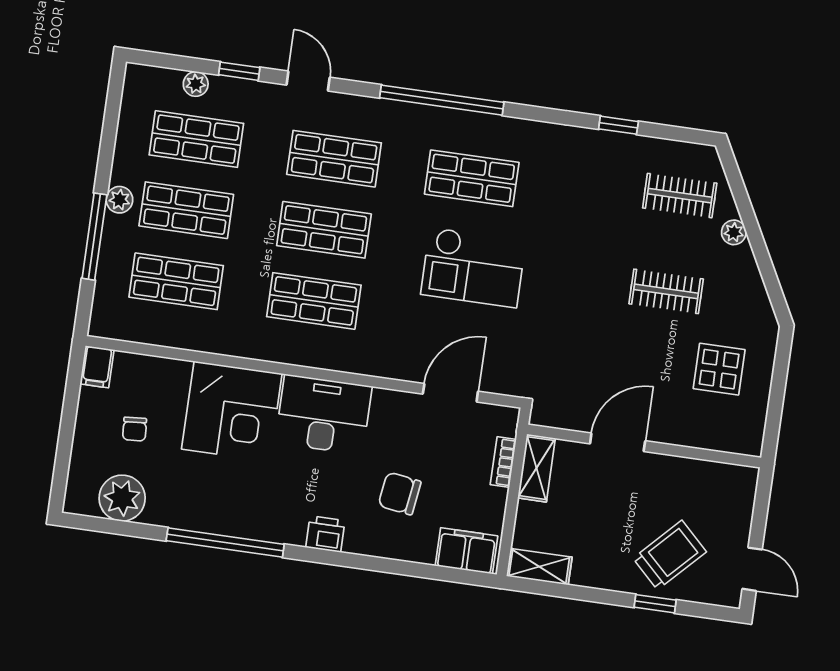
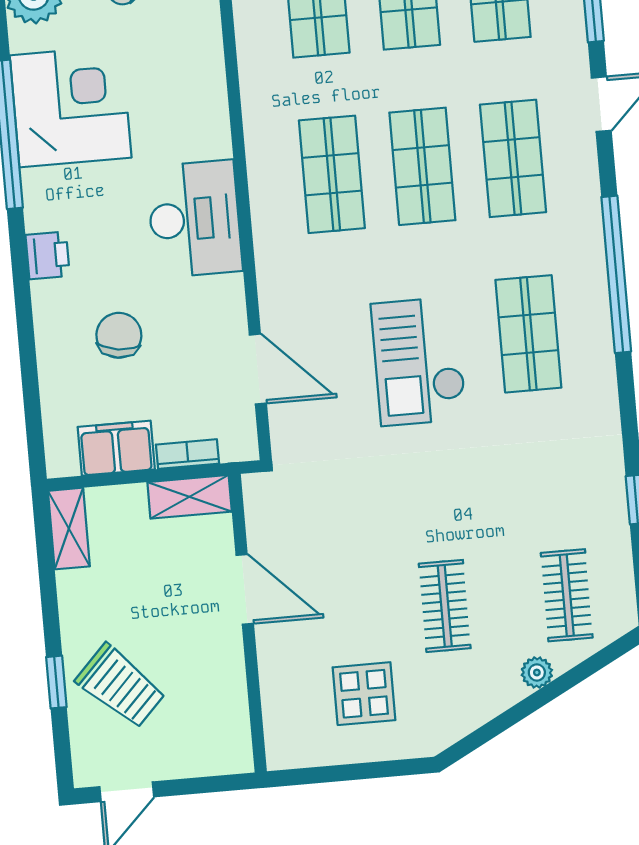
corner desk: (232, 411) -> (71, 106), moved, turned 180
filing cabinet: (466, 551) -> (116, 448), moved, turned -90

